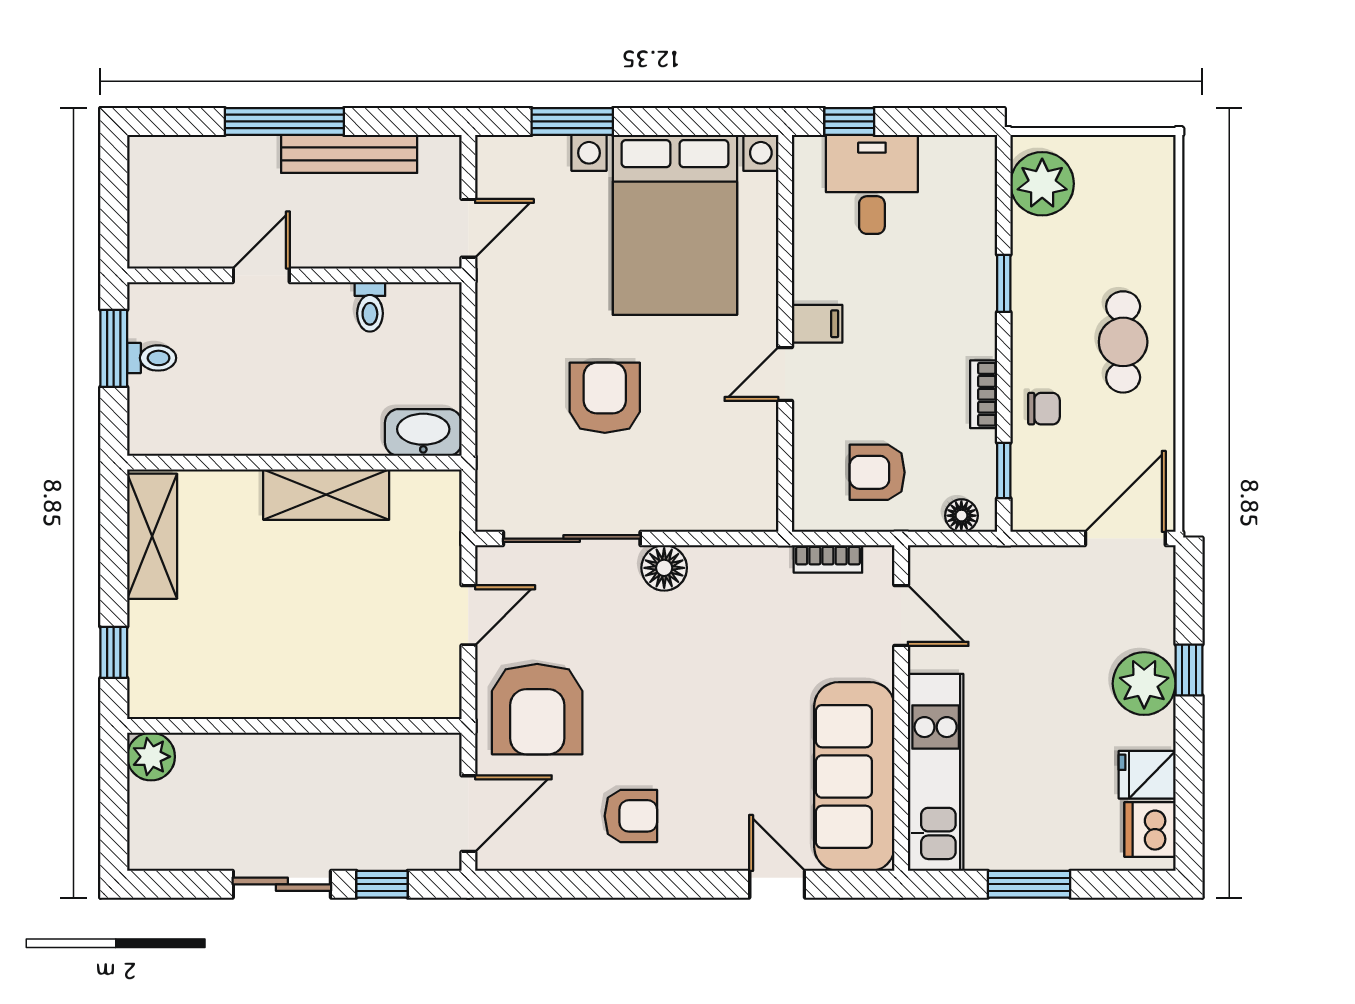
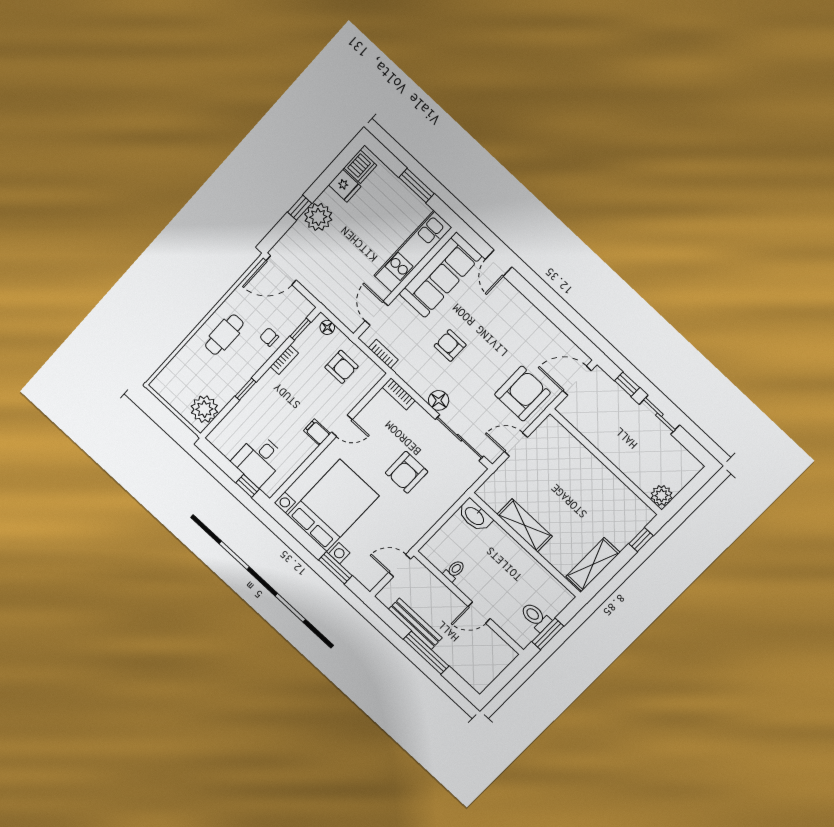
toilet: (152, 358) -> (536, 617), width x1.37, depth x1.39
bookcase: (740, 517) -> (399, 394), added
armchair: (631, 816) -> (450, 345), moved

